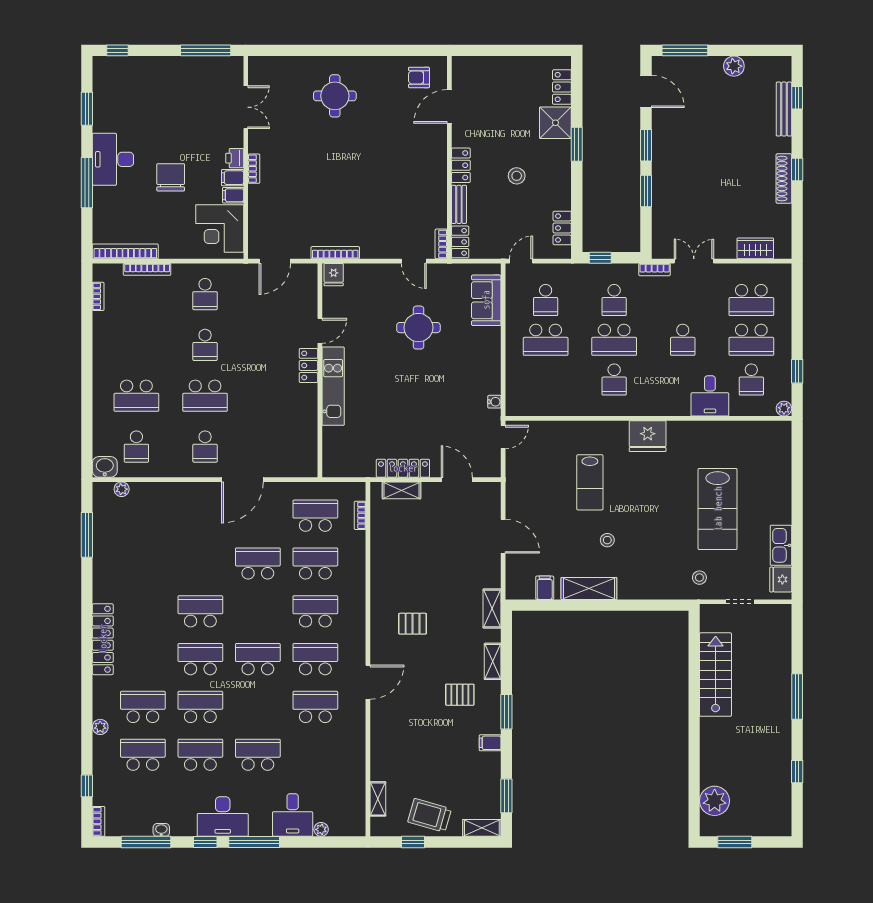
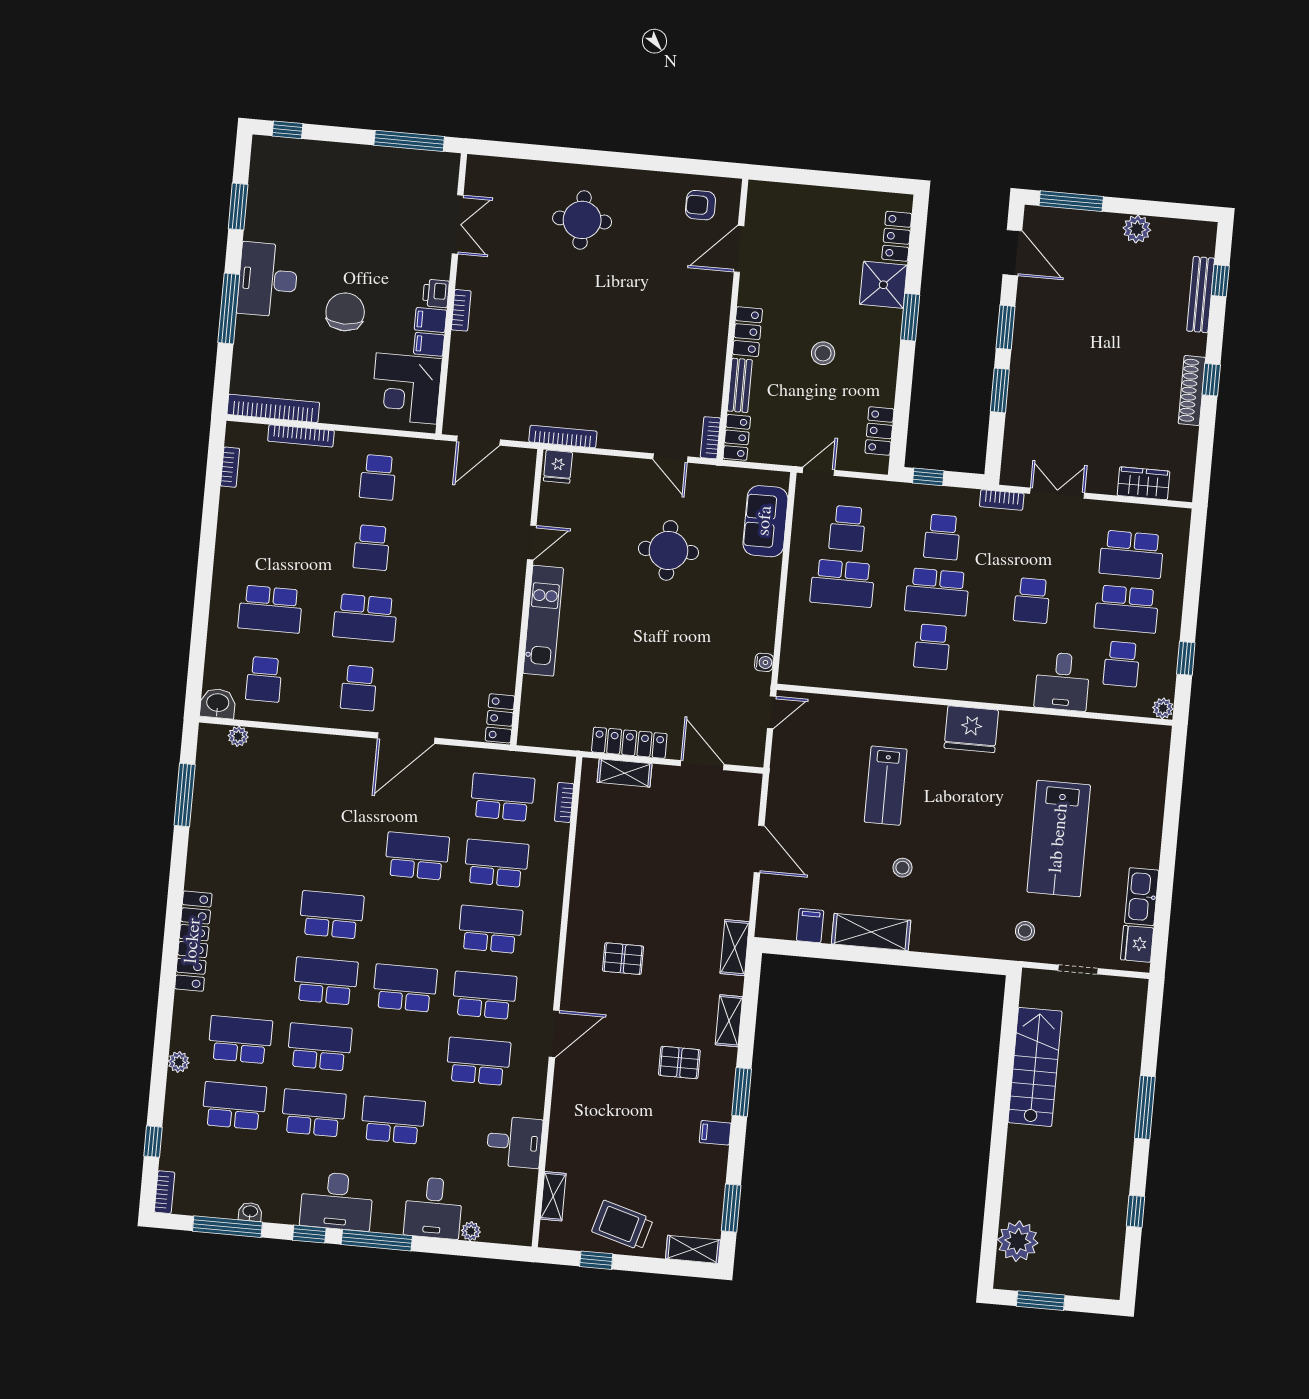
locker: (308, 365) -> (500, 718), moved
desk: (347, 762) -> (514, 1142), added

